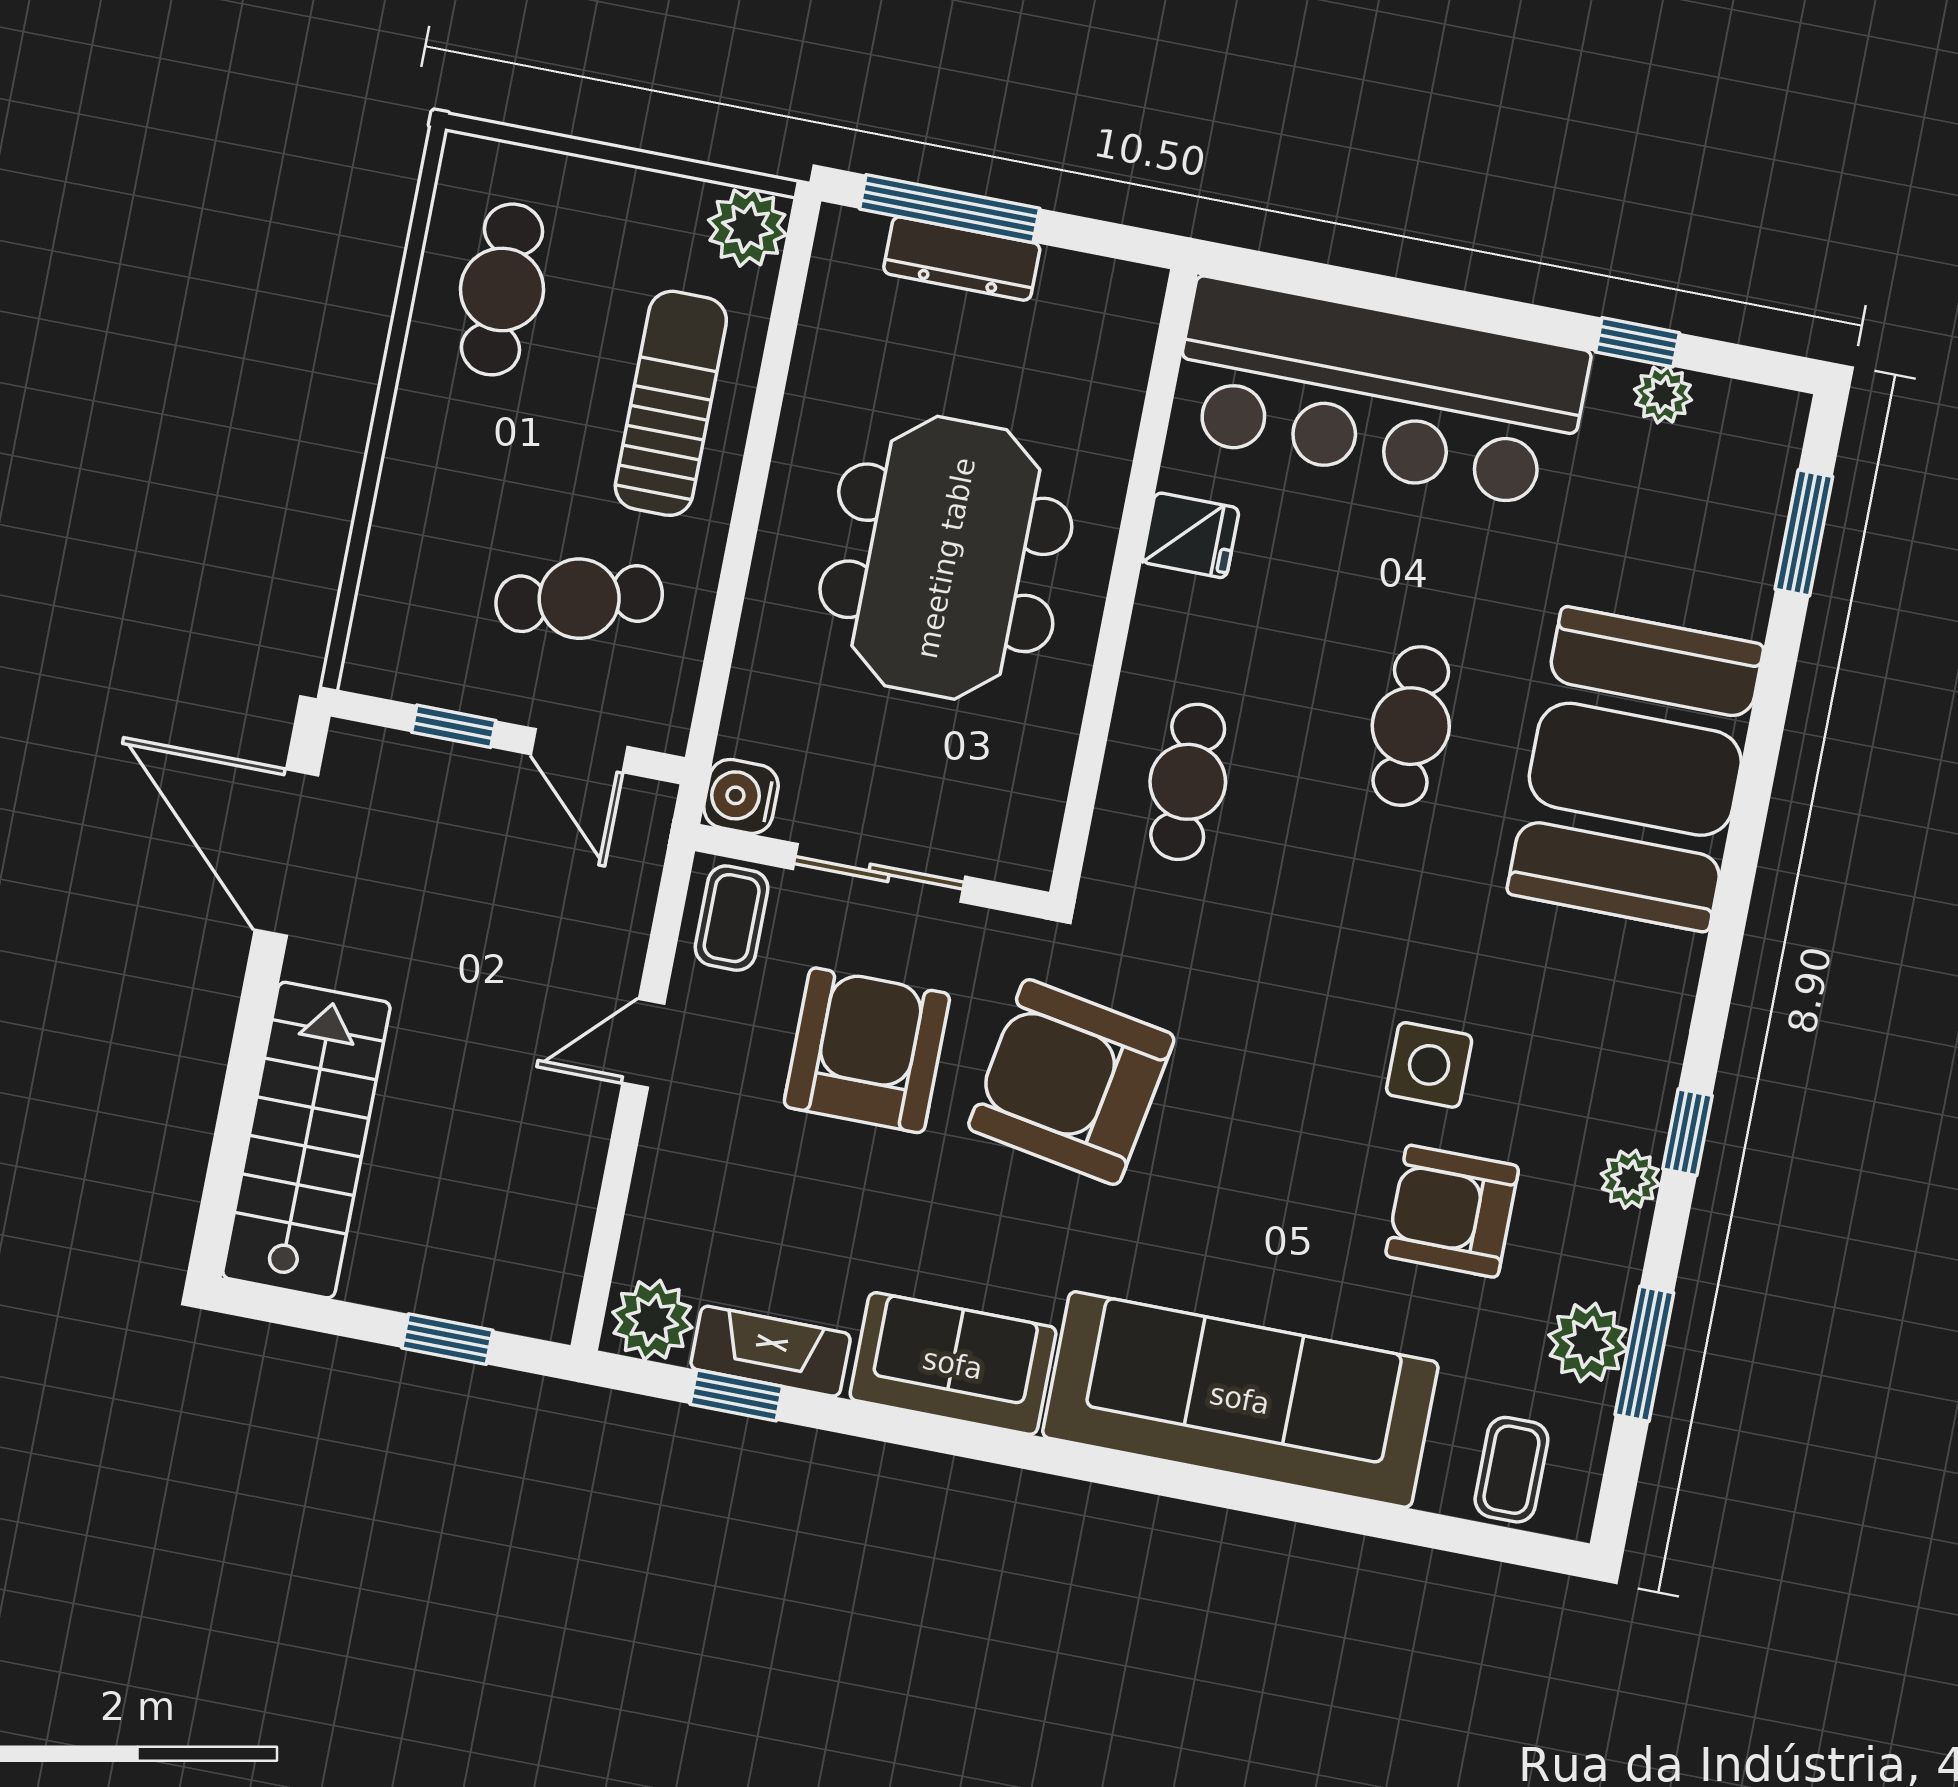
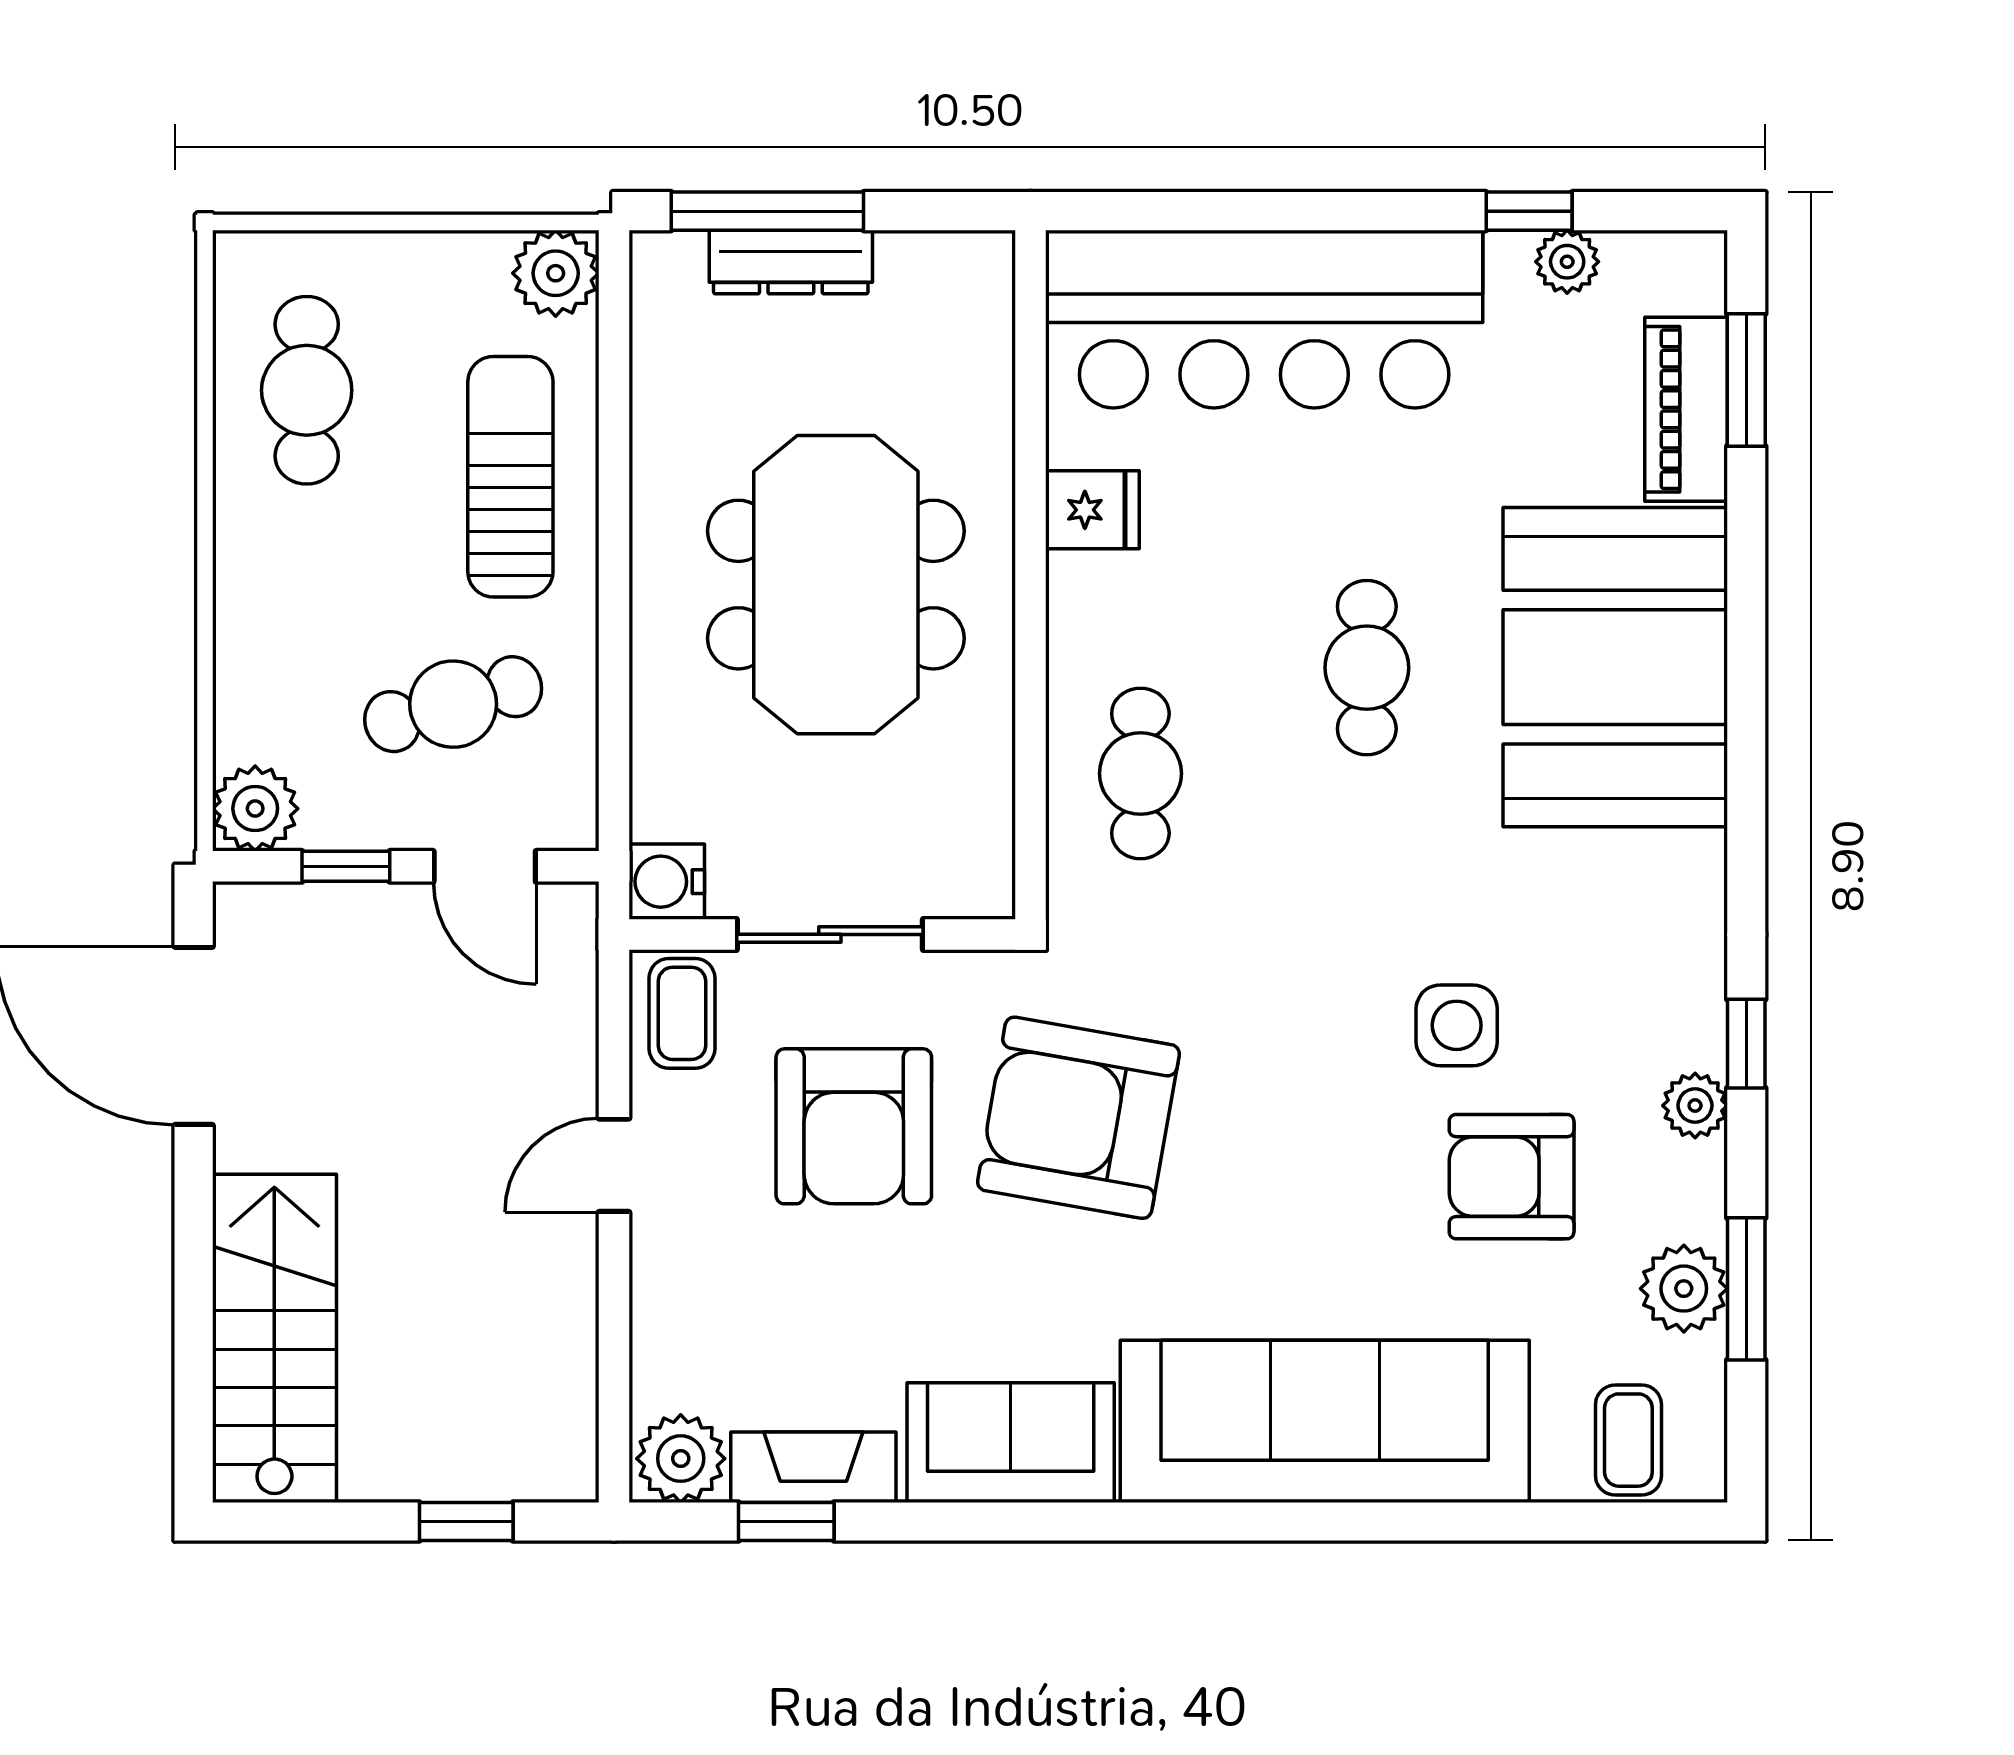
piano: (1745, 549) -> (1686, 409), added
plant: (382, 658) -> (255, 809), added
armchair: (867, 1050) -> (854, 1126), turned 180

